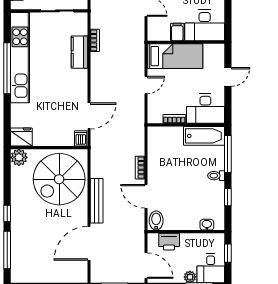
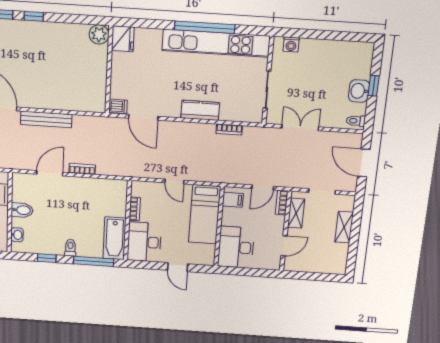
filing cabinet: (177, 32) -> (233, 200), moved
kitchen counter: (79, 52) -> (200, 110), moved
spiral stairs: (59, 179) -> (72, 79), removed
bidet: (156, 221) -> (22, 210), moved

